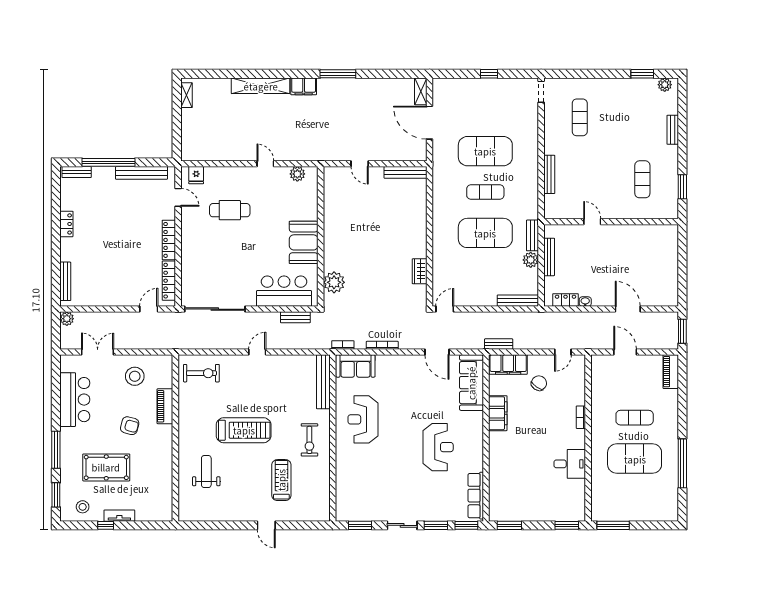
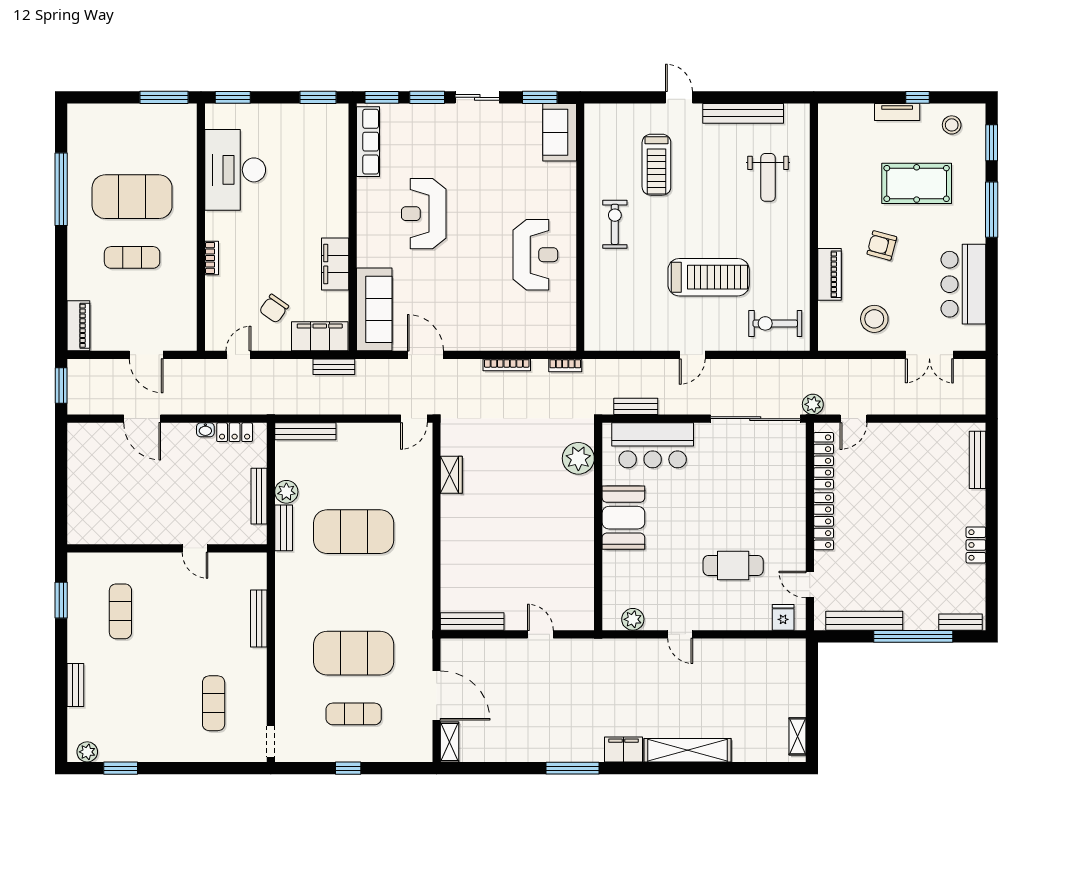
exercise mat: (485, 192) -> (354, 714), moved
plant: (67, 319) -> (813, 404), moved
sofa: (355, 366) -> (560, 132), moved, turned -90
bench: (323, 382) -> (743, 113), moved, turned 90
treadmill: (244, 430) -> (709, 277), moved, turned 180
desk: (570, 464) -> (235, 170), width x1.87, depth x1.30

